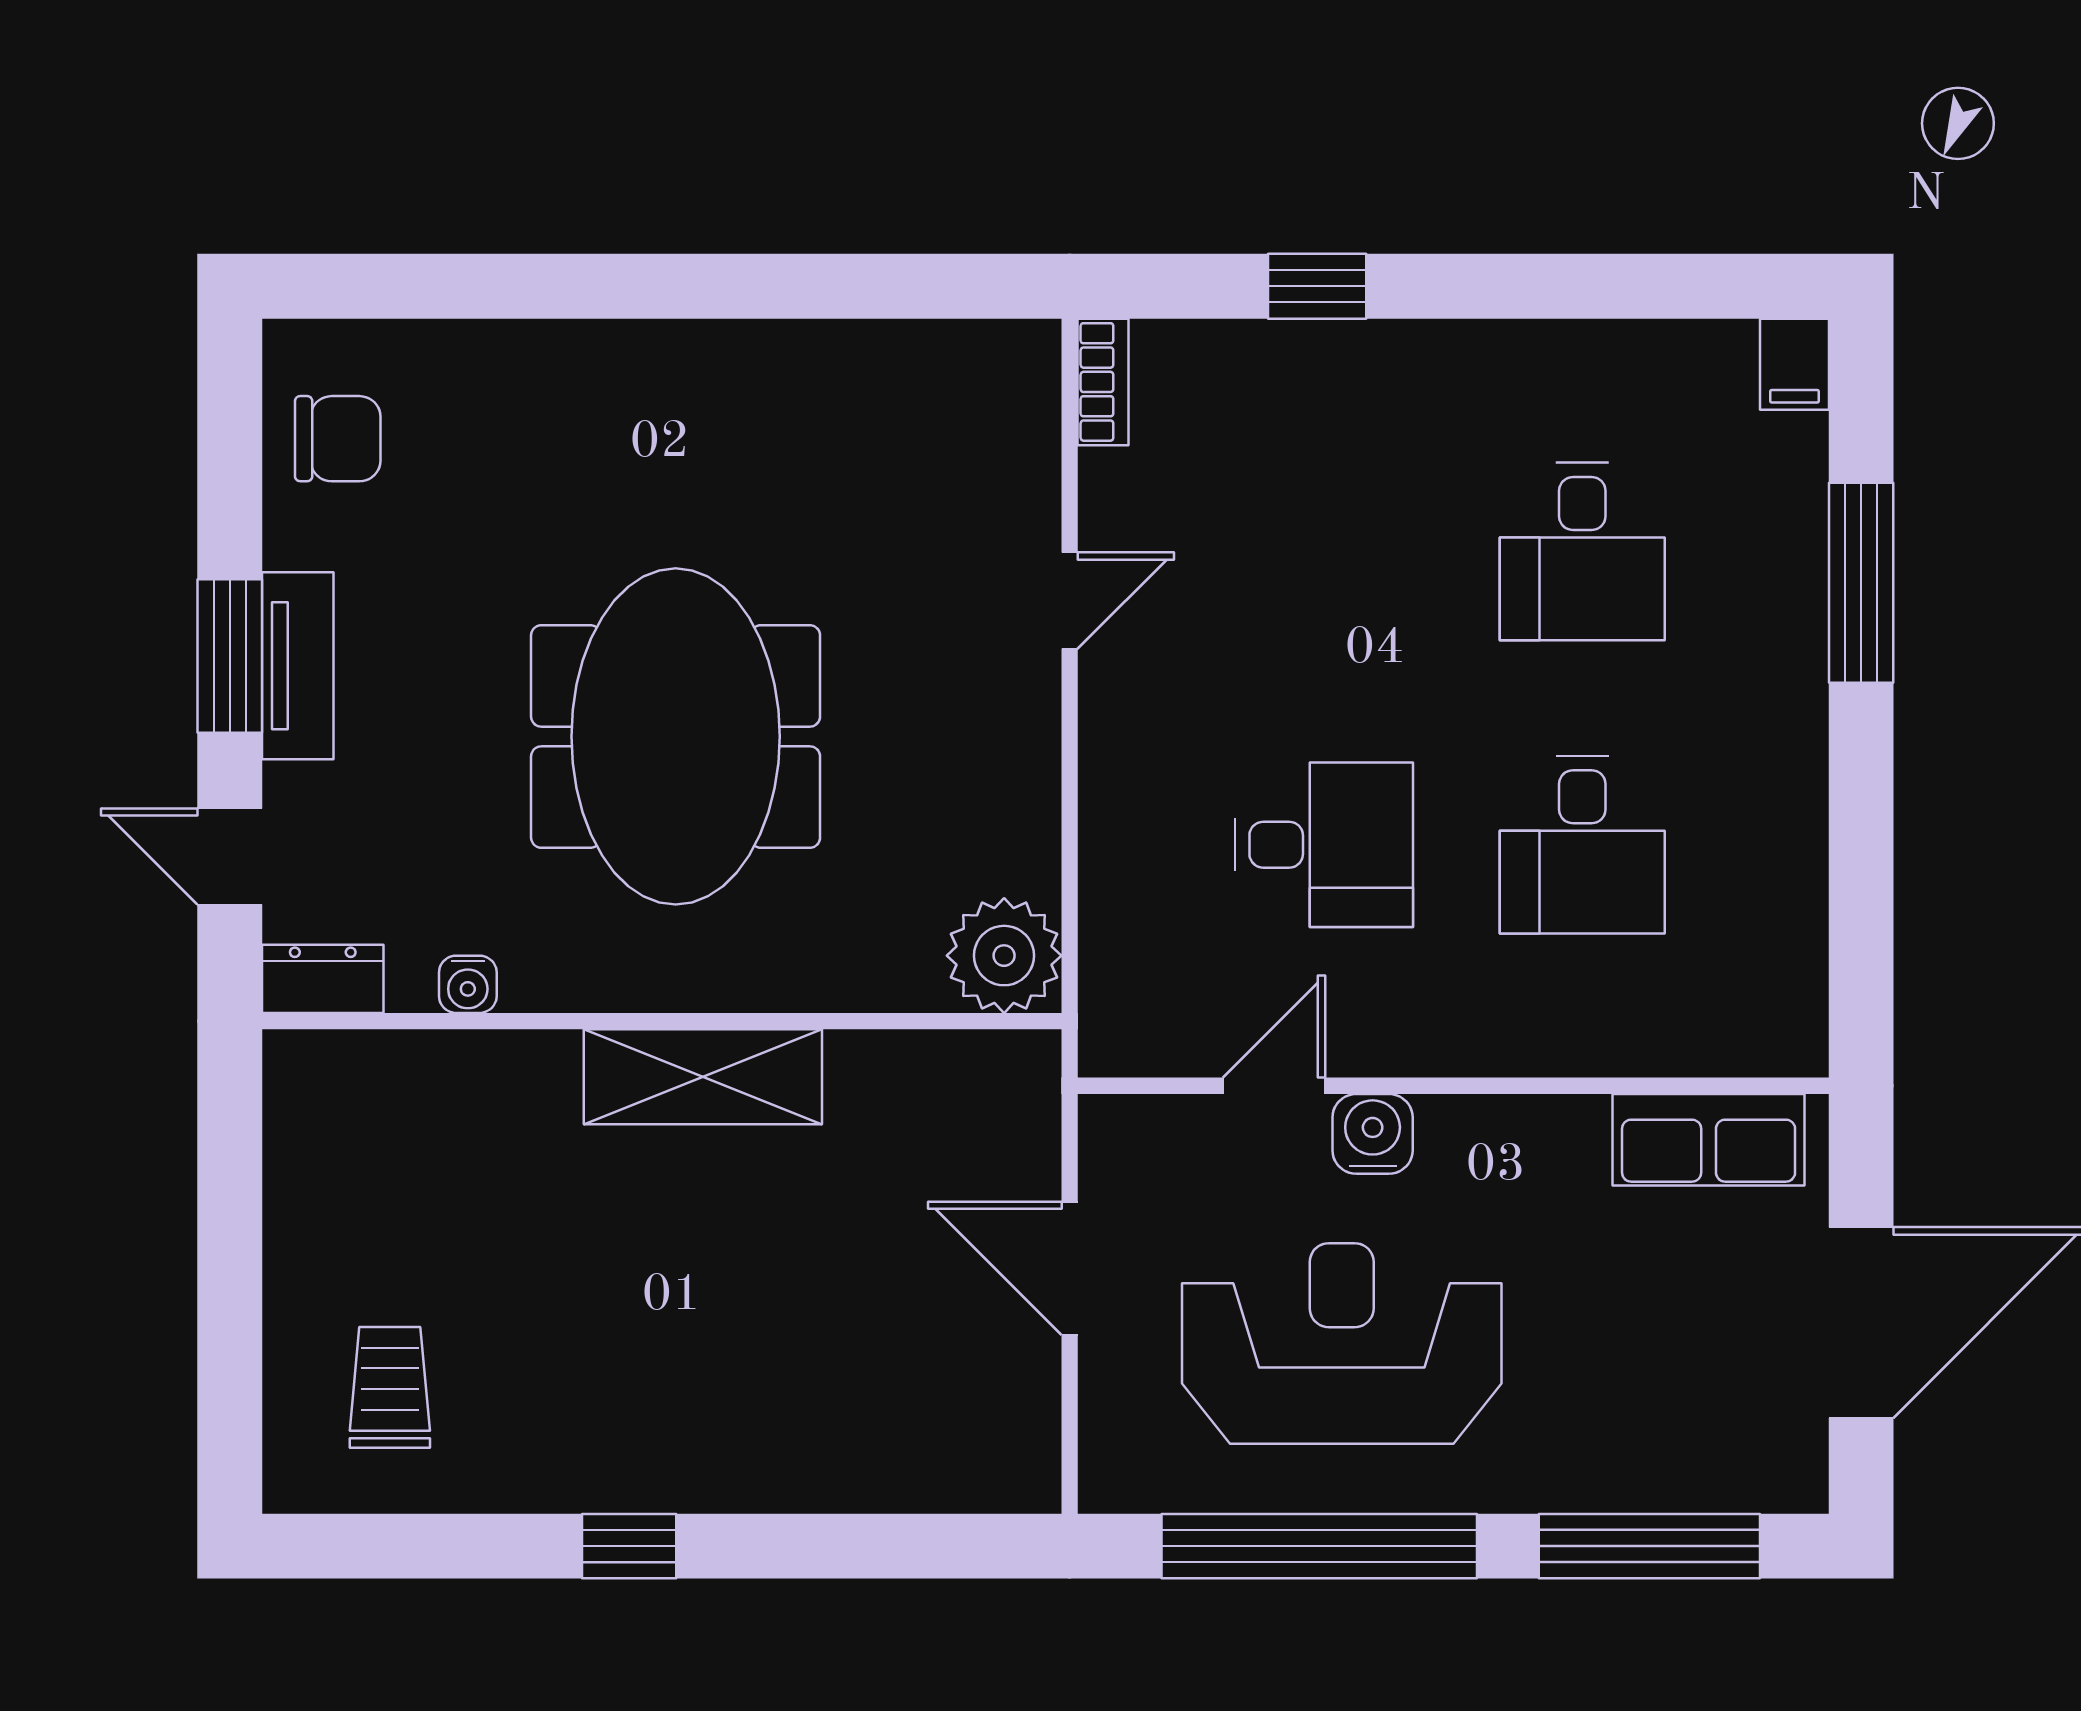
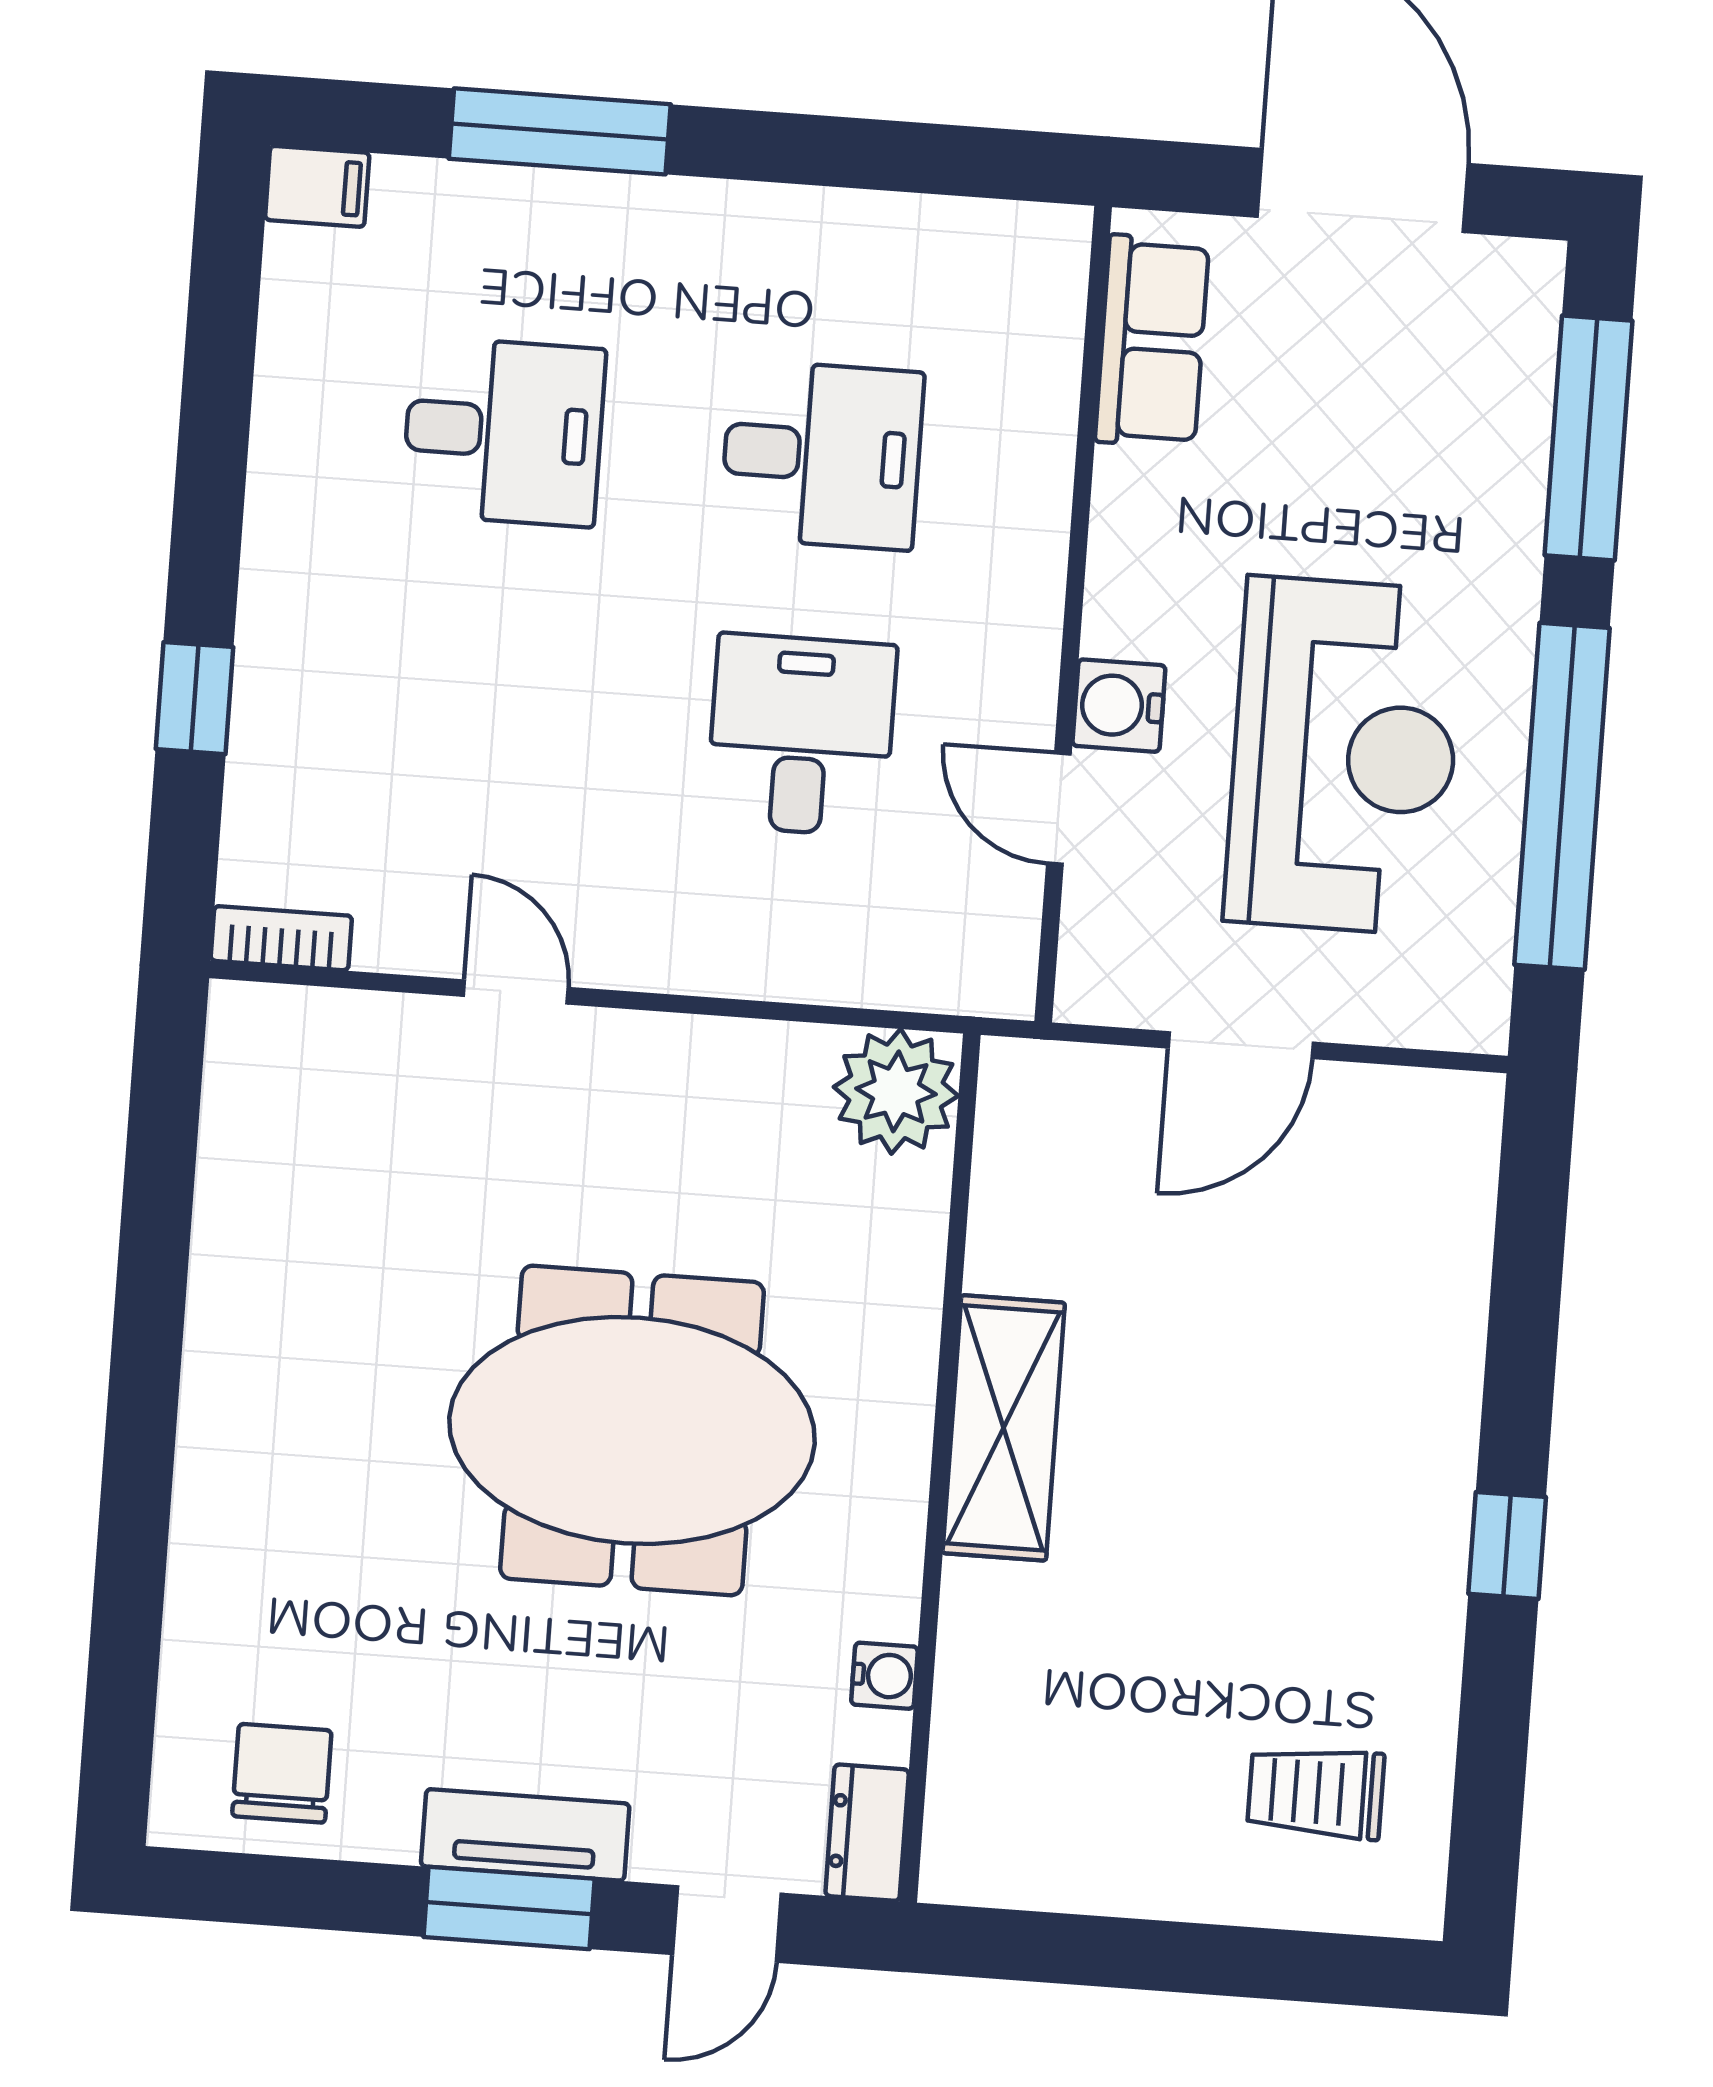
reception desk: (1342, 1343) -> (1344, 756), turned 180

